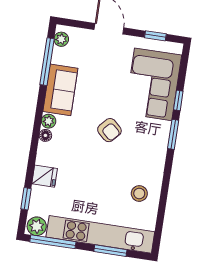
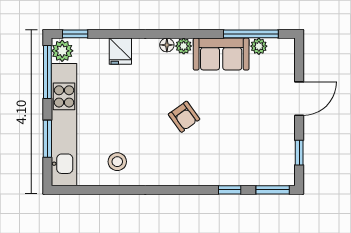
plant: (61, 39) -> (259, 46), moved
corner sofa: (153, 84) -> (244, 158), removed
armchair: (109, 130) -> (184, 117), turned -78
window: (173, 134) -> (273, 190), moved
window: (26, 199) -> (75, 34), moved

